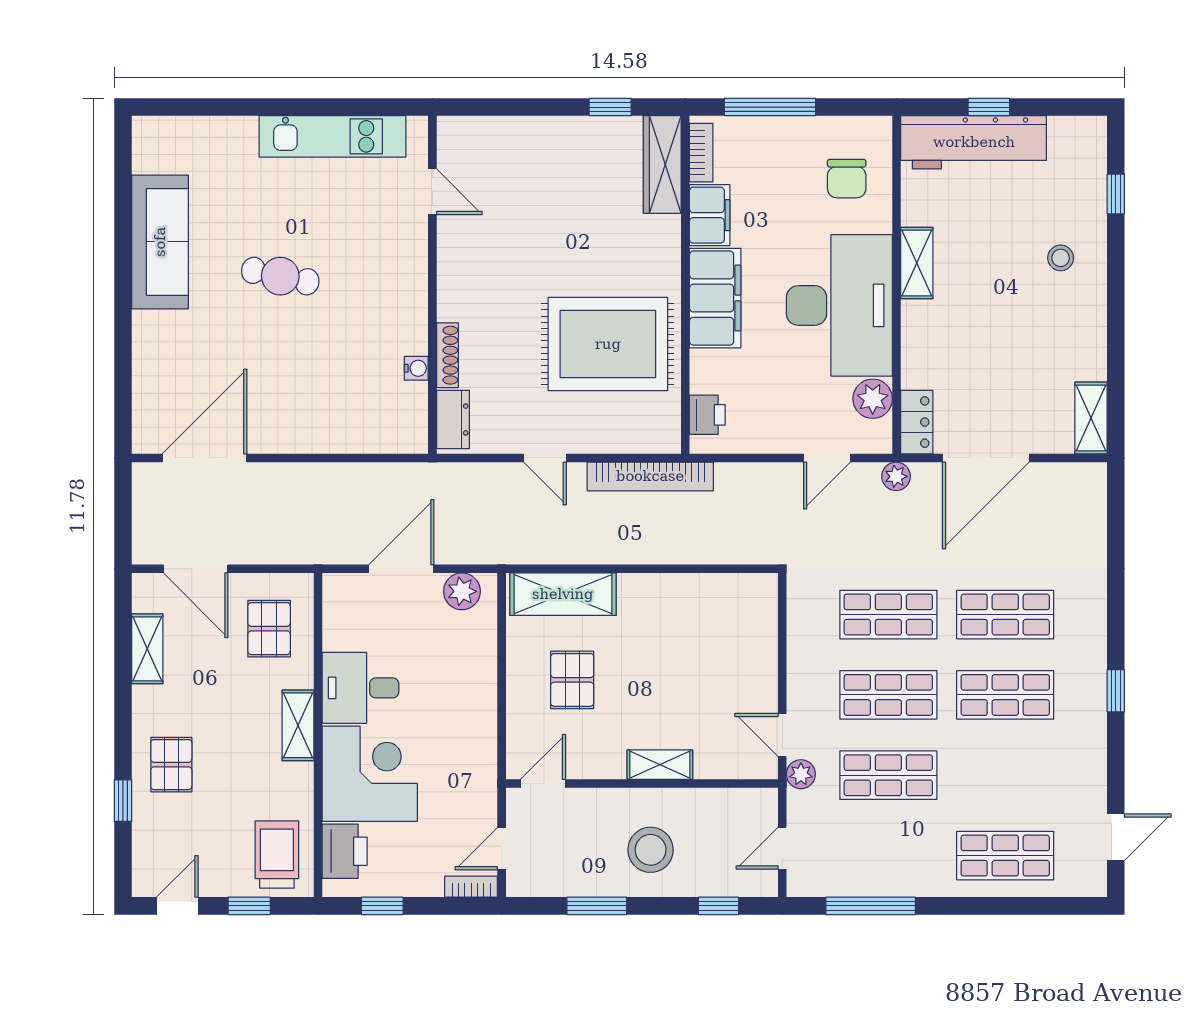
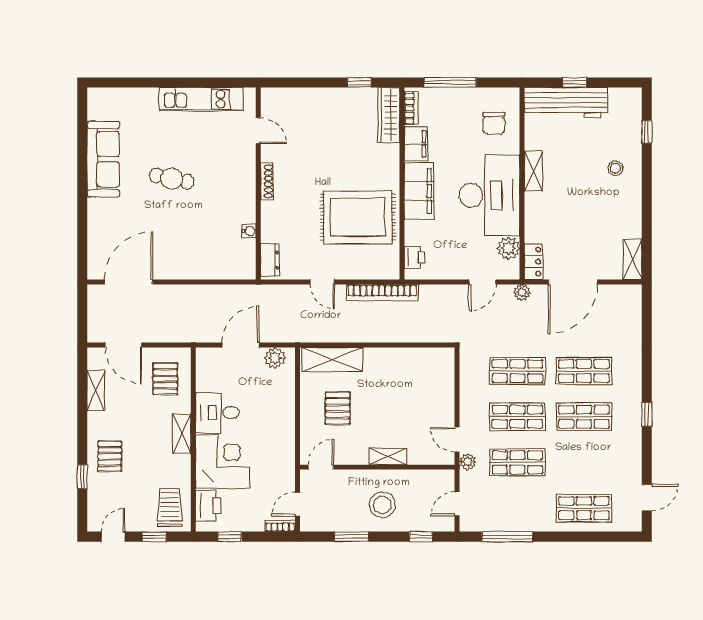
shoe rack: (448, 355) -> (267, 181), moved

